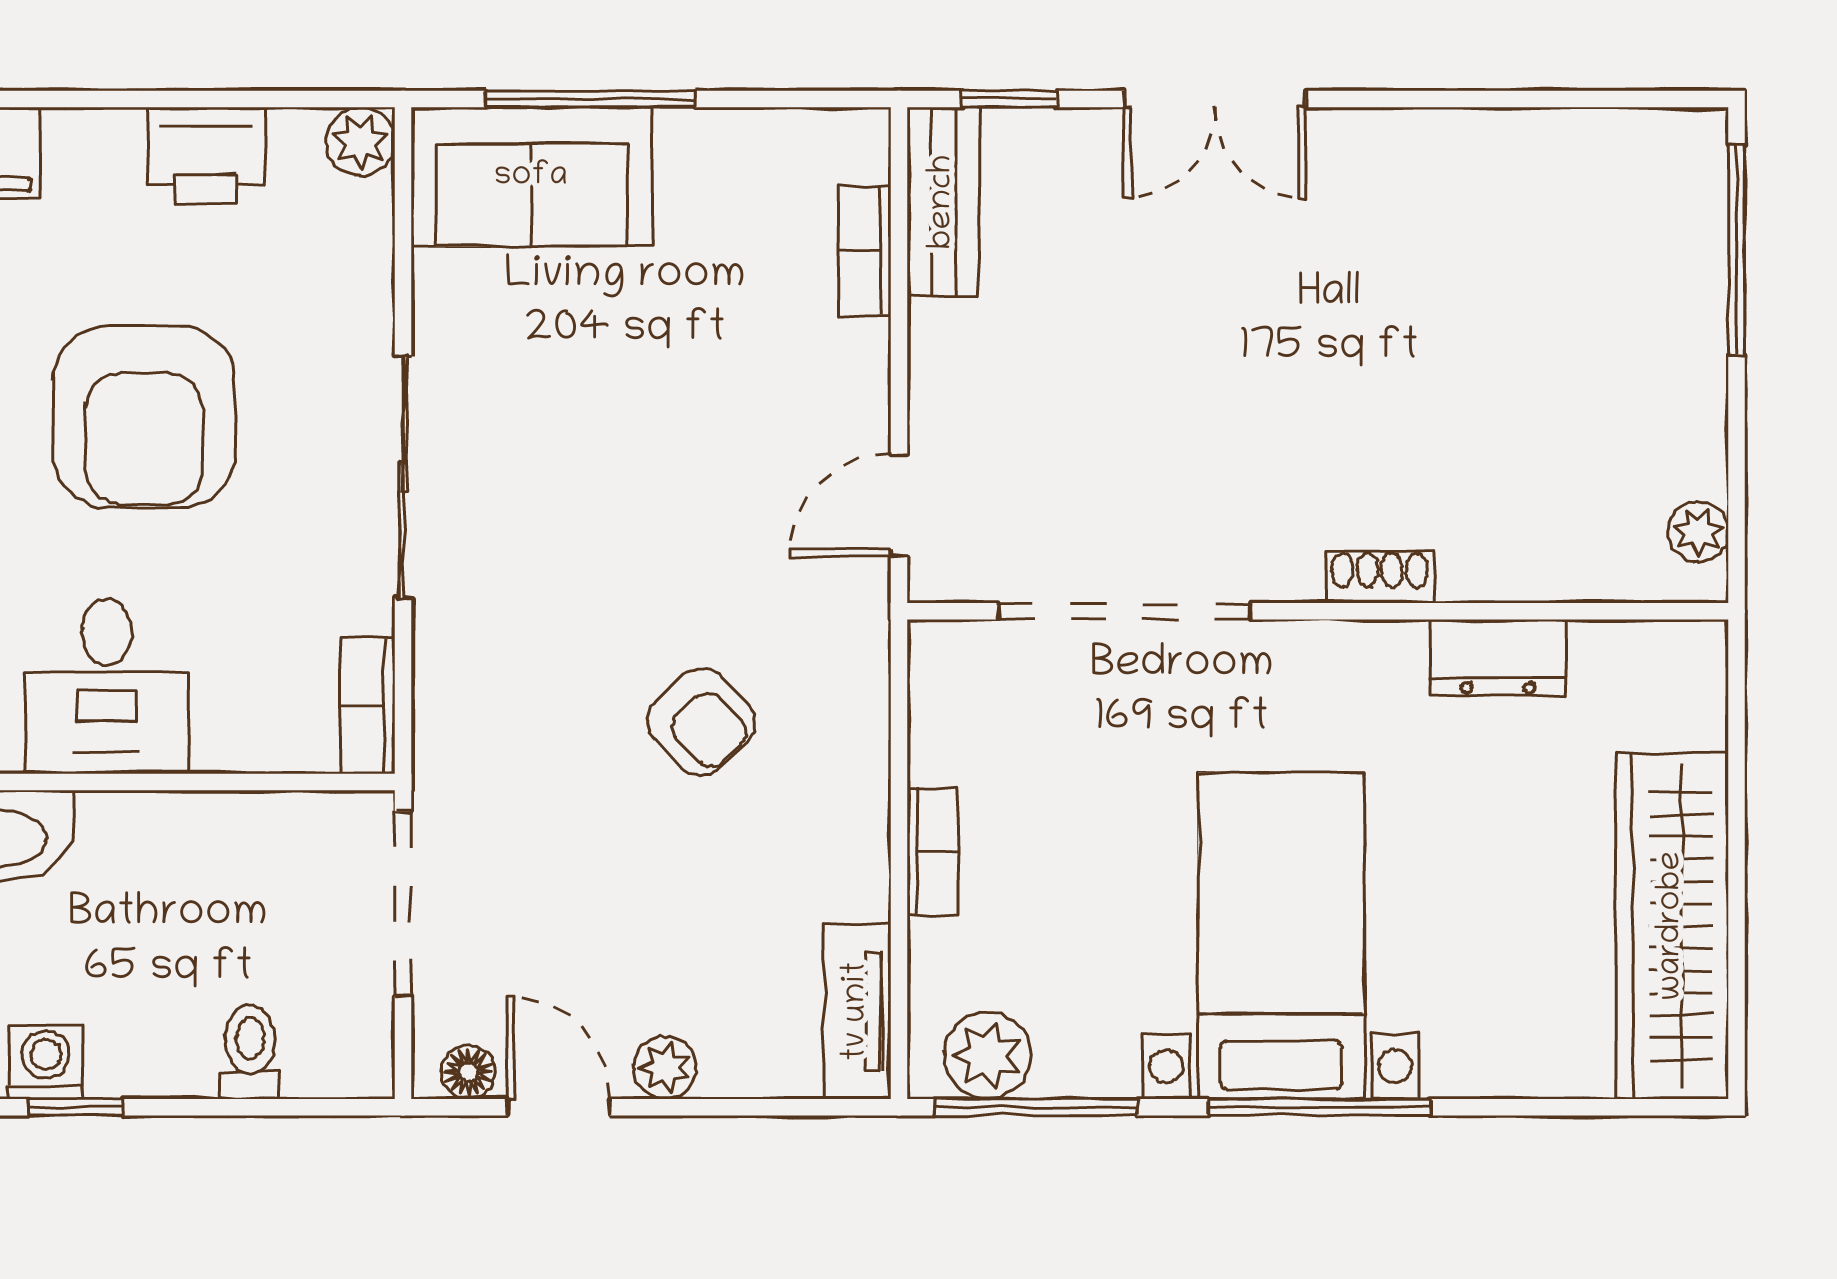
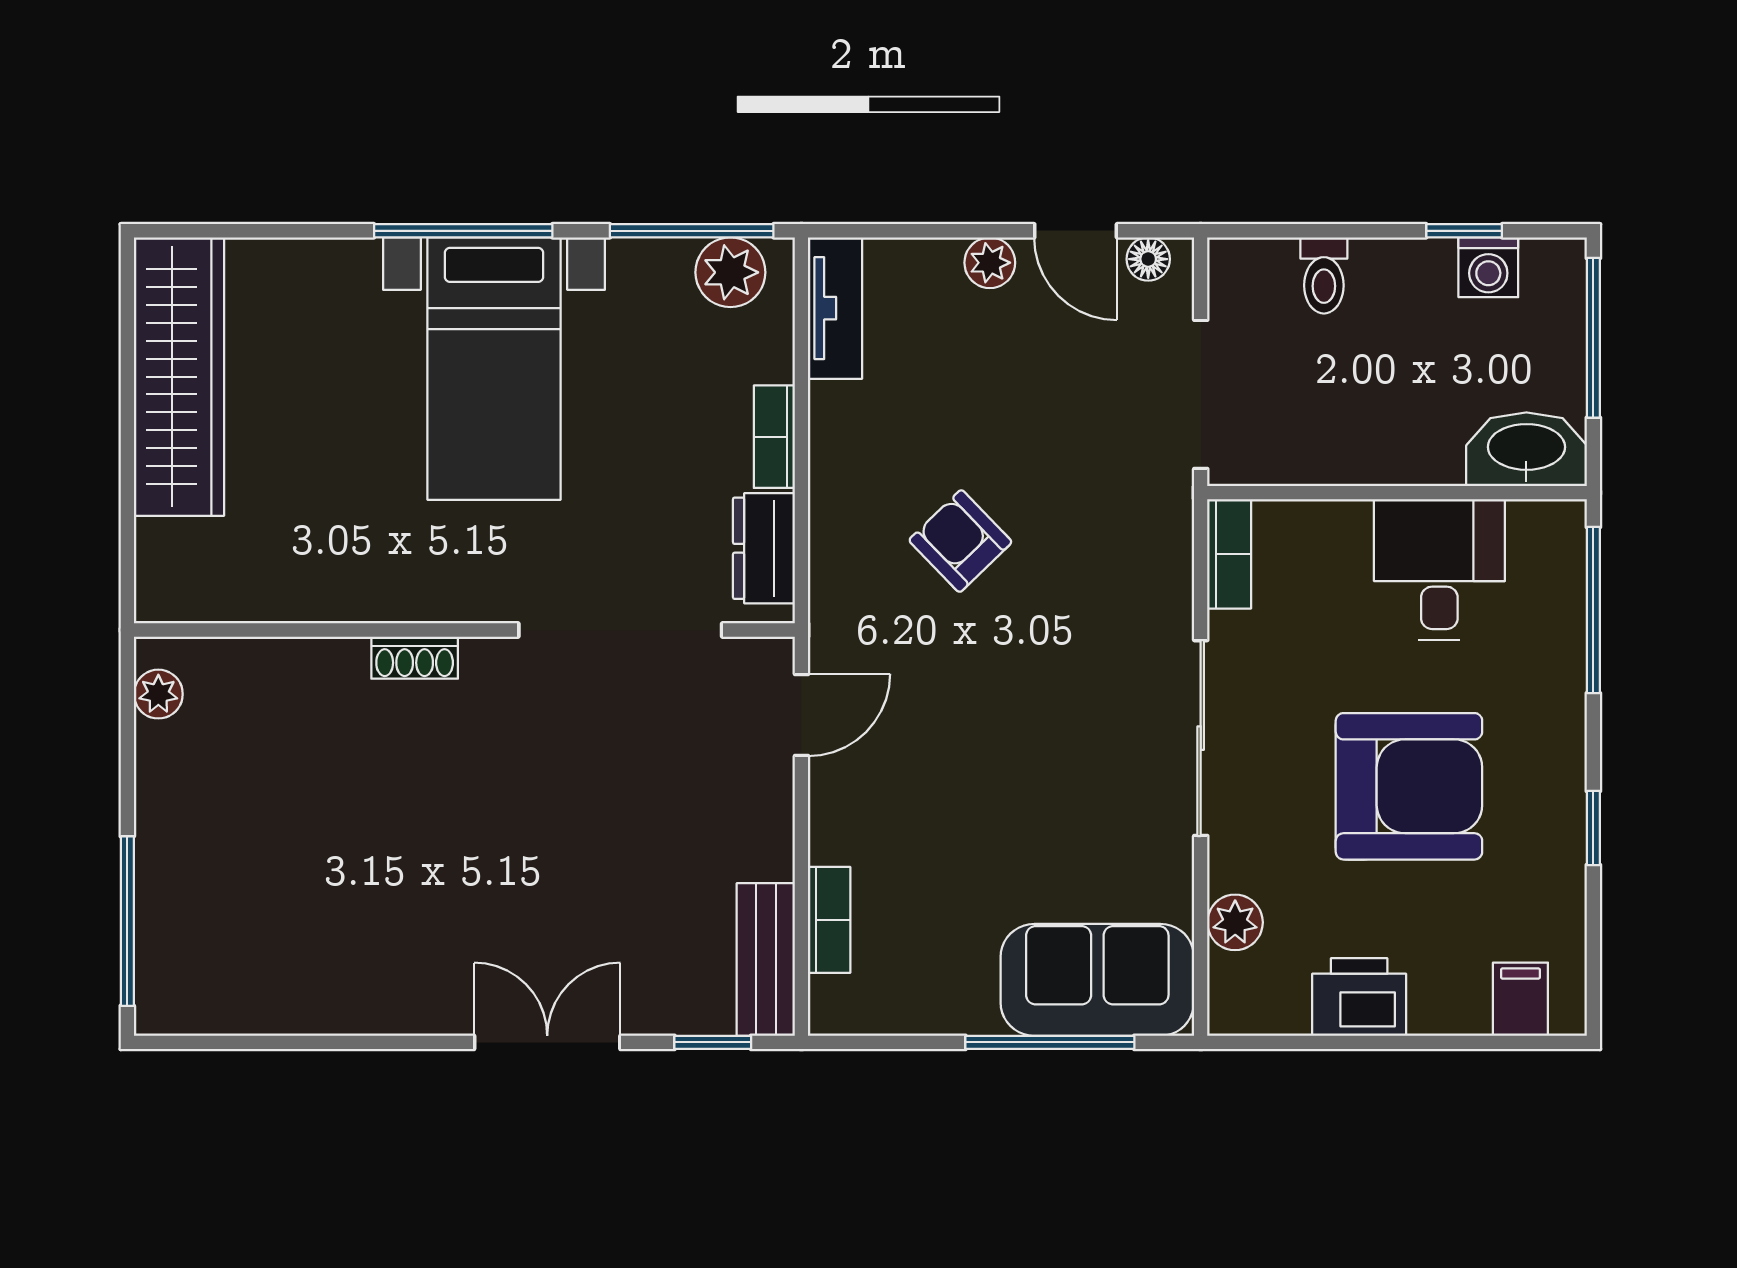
plant: (360, 142) -> (1235, 922), moved
armchair: (144, 417) -> (1409, 786), turned 90
dresser: (1498, 658) -> (764, 548), moved, turned -90

